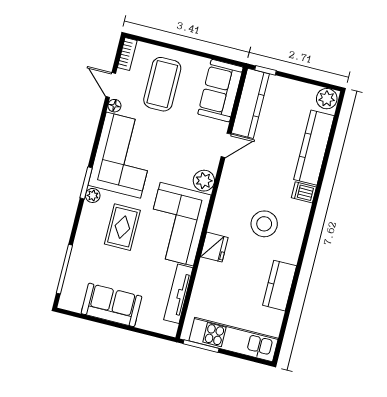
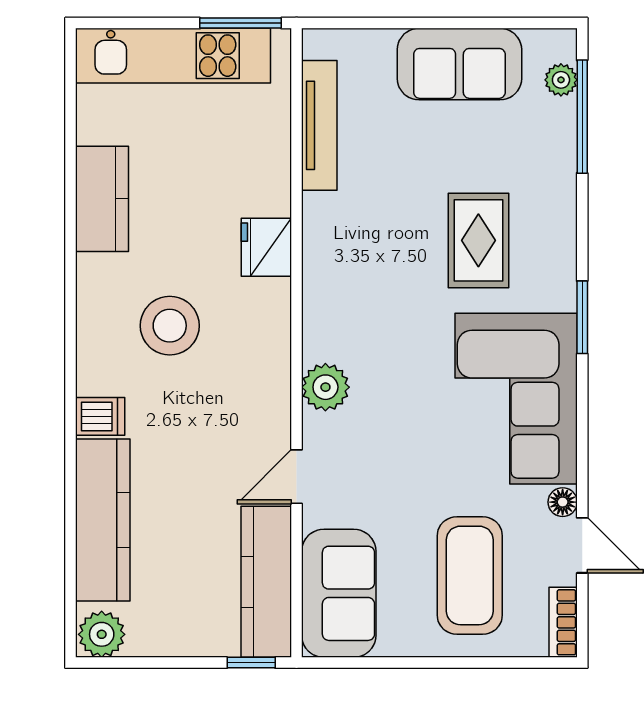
plant: (93, 195) -> (561, 80), moved
corner sofa: (177, 224) -> (361, 277), removed

